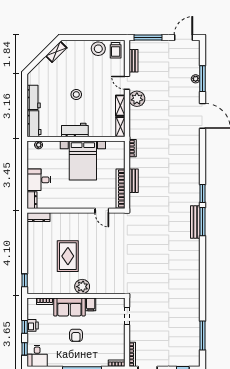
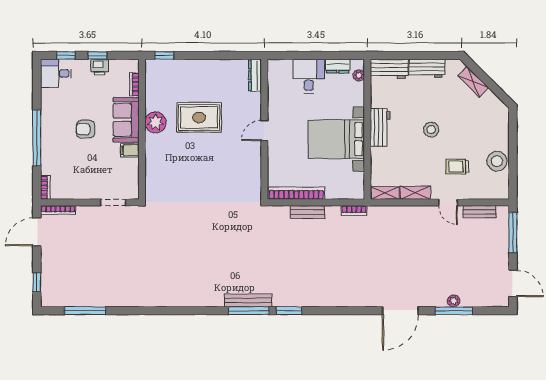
trolley: (116, 50) -> (457, 167), moved
shelving: (56, 52) -> (473, 82), moved
door: (127, 83) -> (448, 202), swing flipped
plant: (137, 99) -> (425, 217), removed
dresser: (32, 200) -> (338, 66), moved
door: (102, 211) -> (264, 131), moved
plant: (82, 287) -> (156, 122), moved

